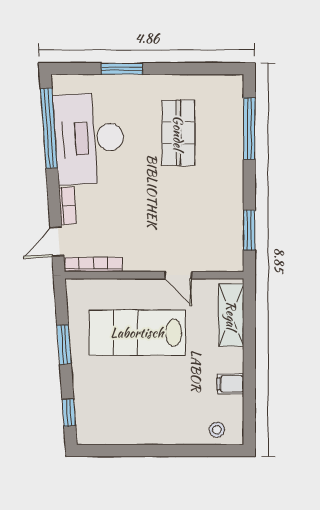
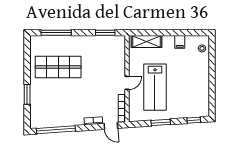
shop shelf: (178, 133) -> (58, 67), width x1.43, depth x1.36
desk: (89, 138) -> (61, 110), removed
door: (178, 275) -> (127, 83), moved

